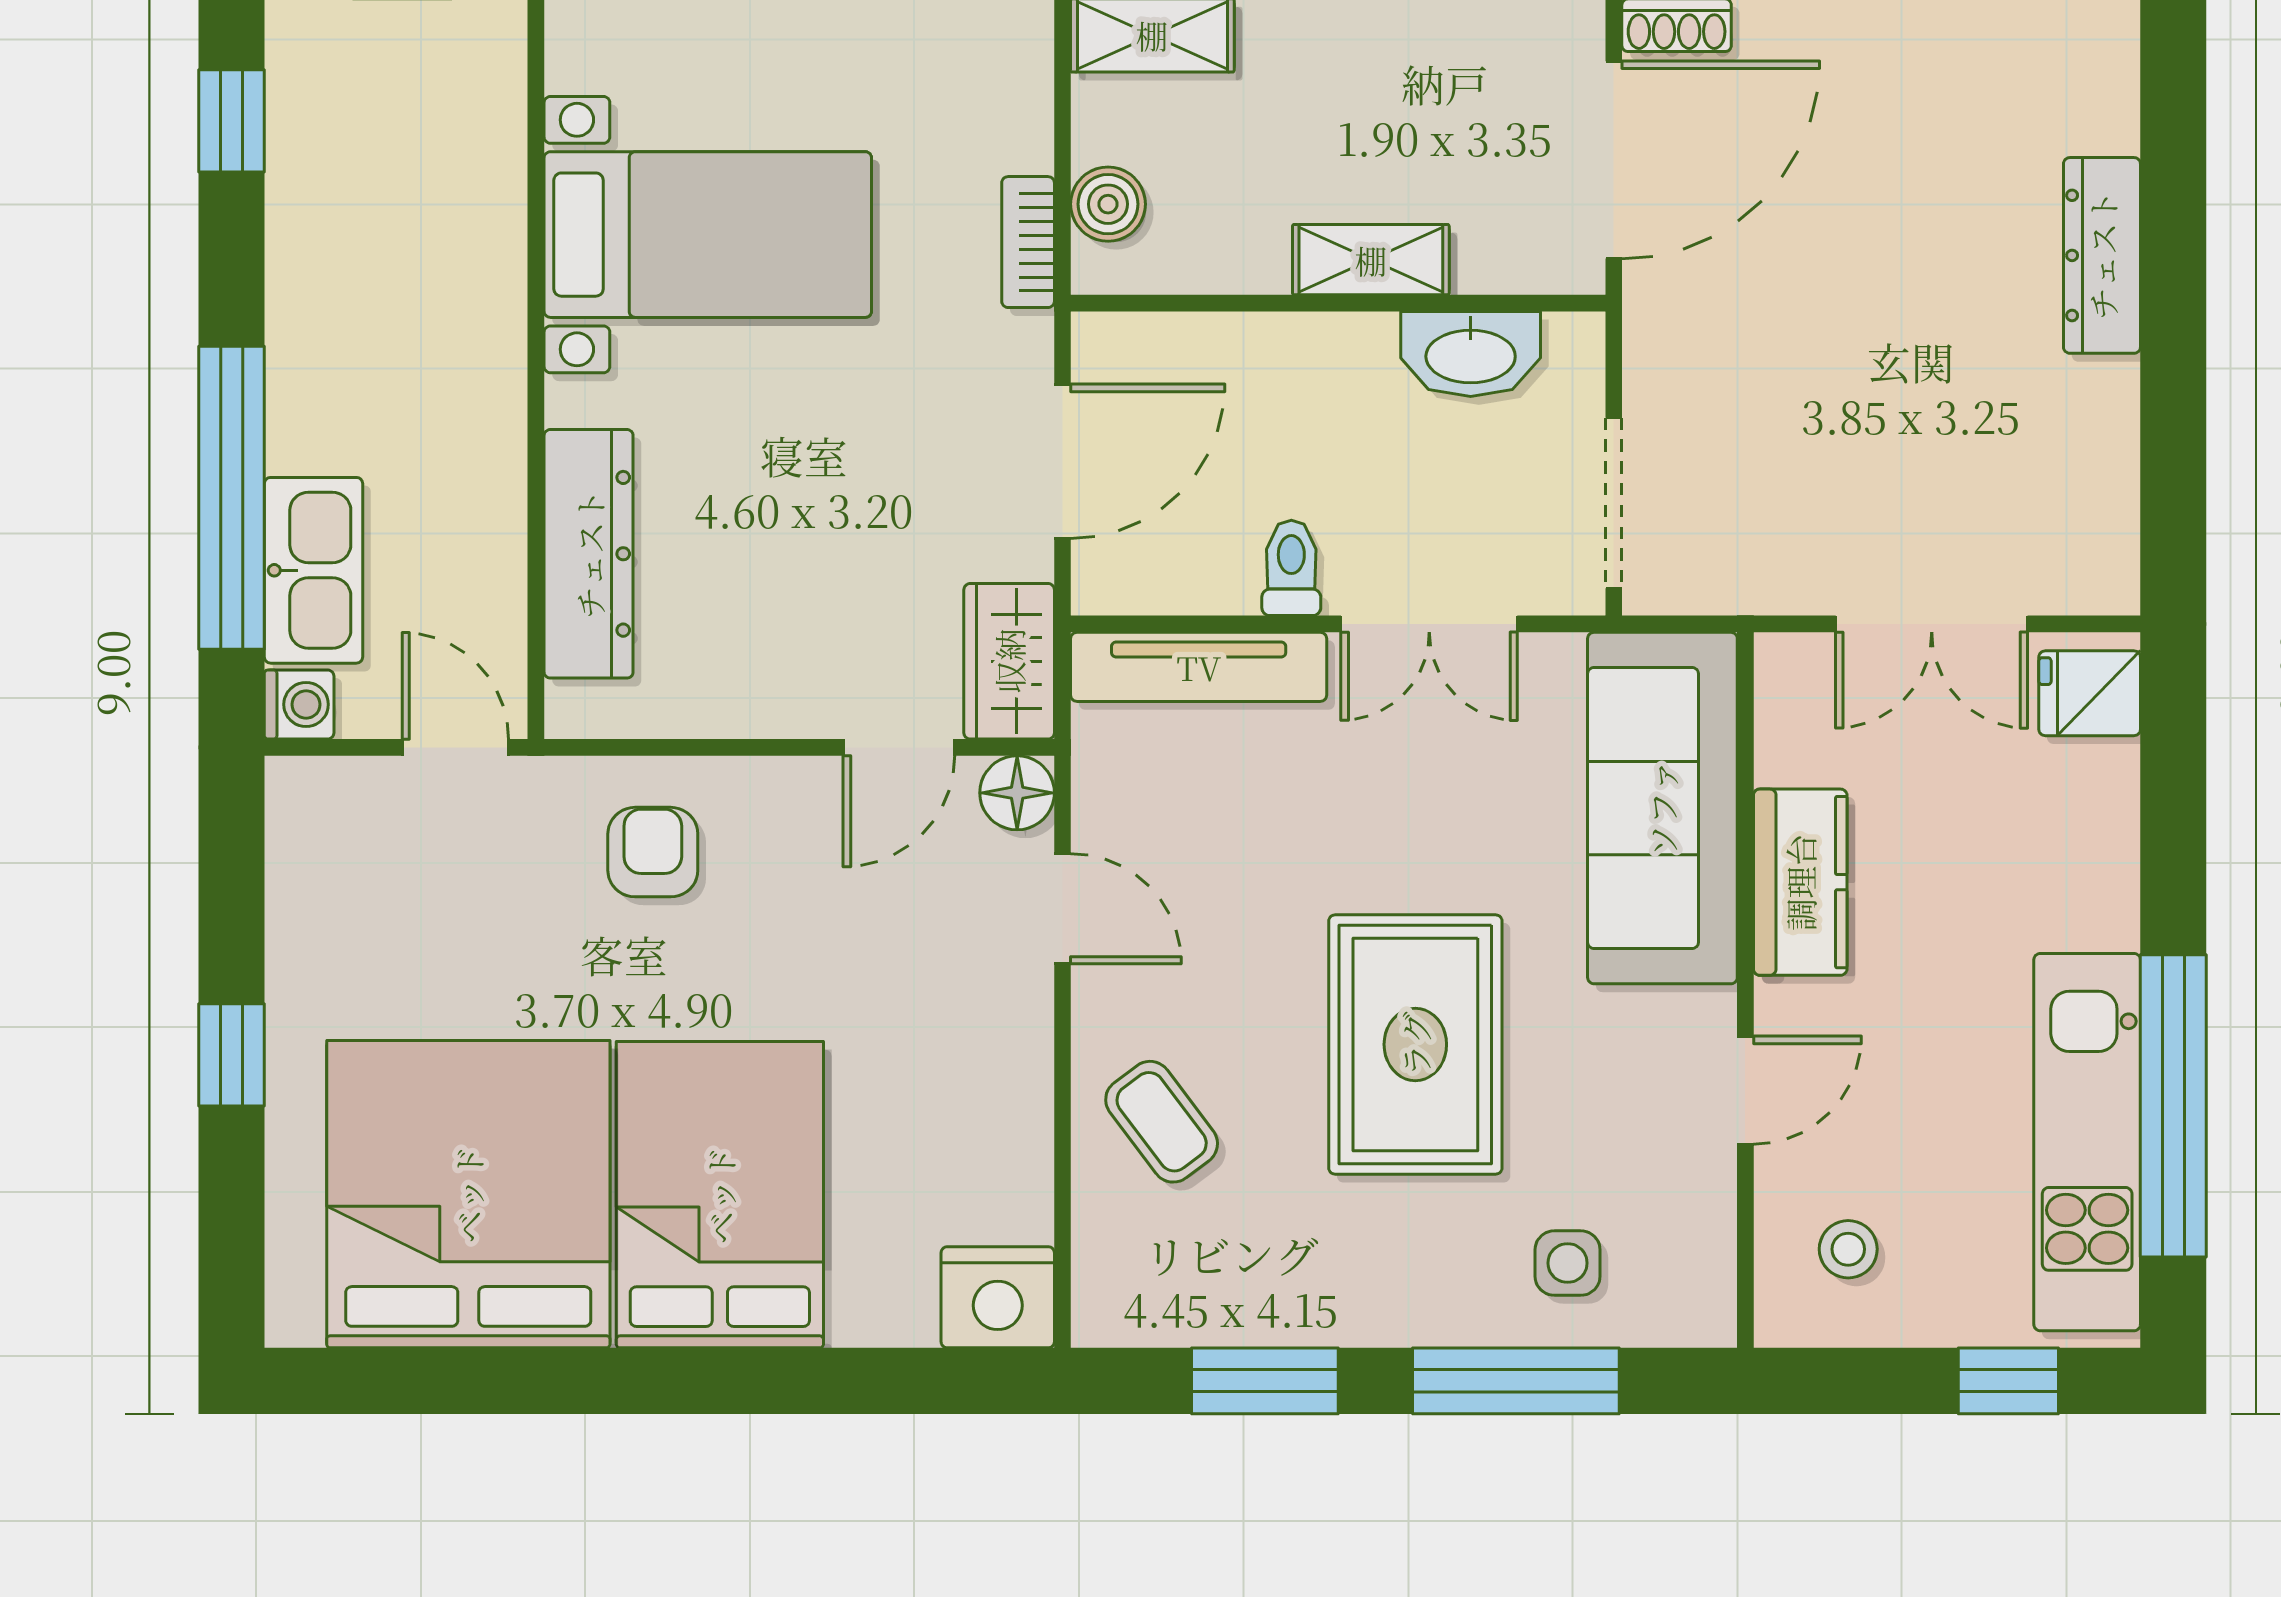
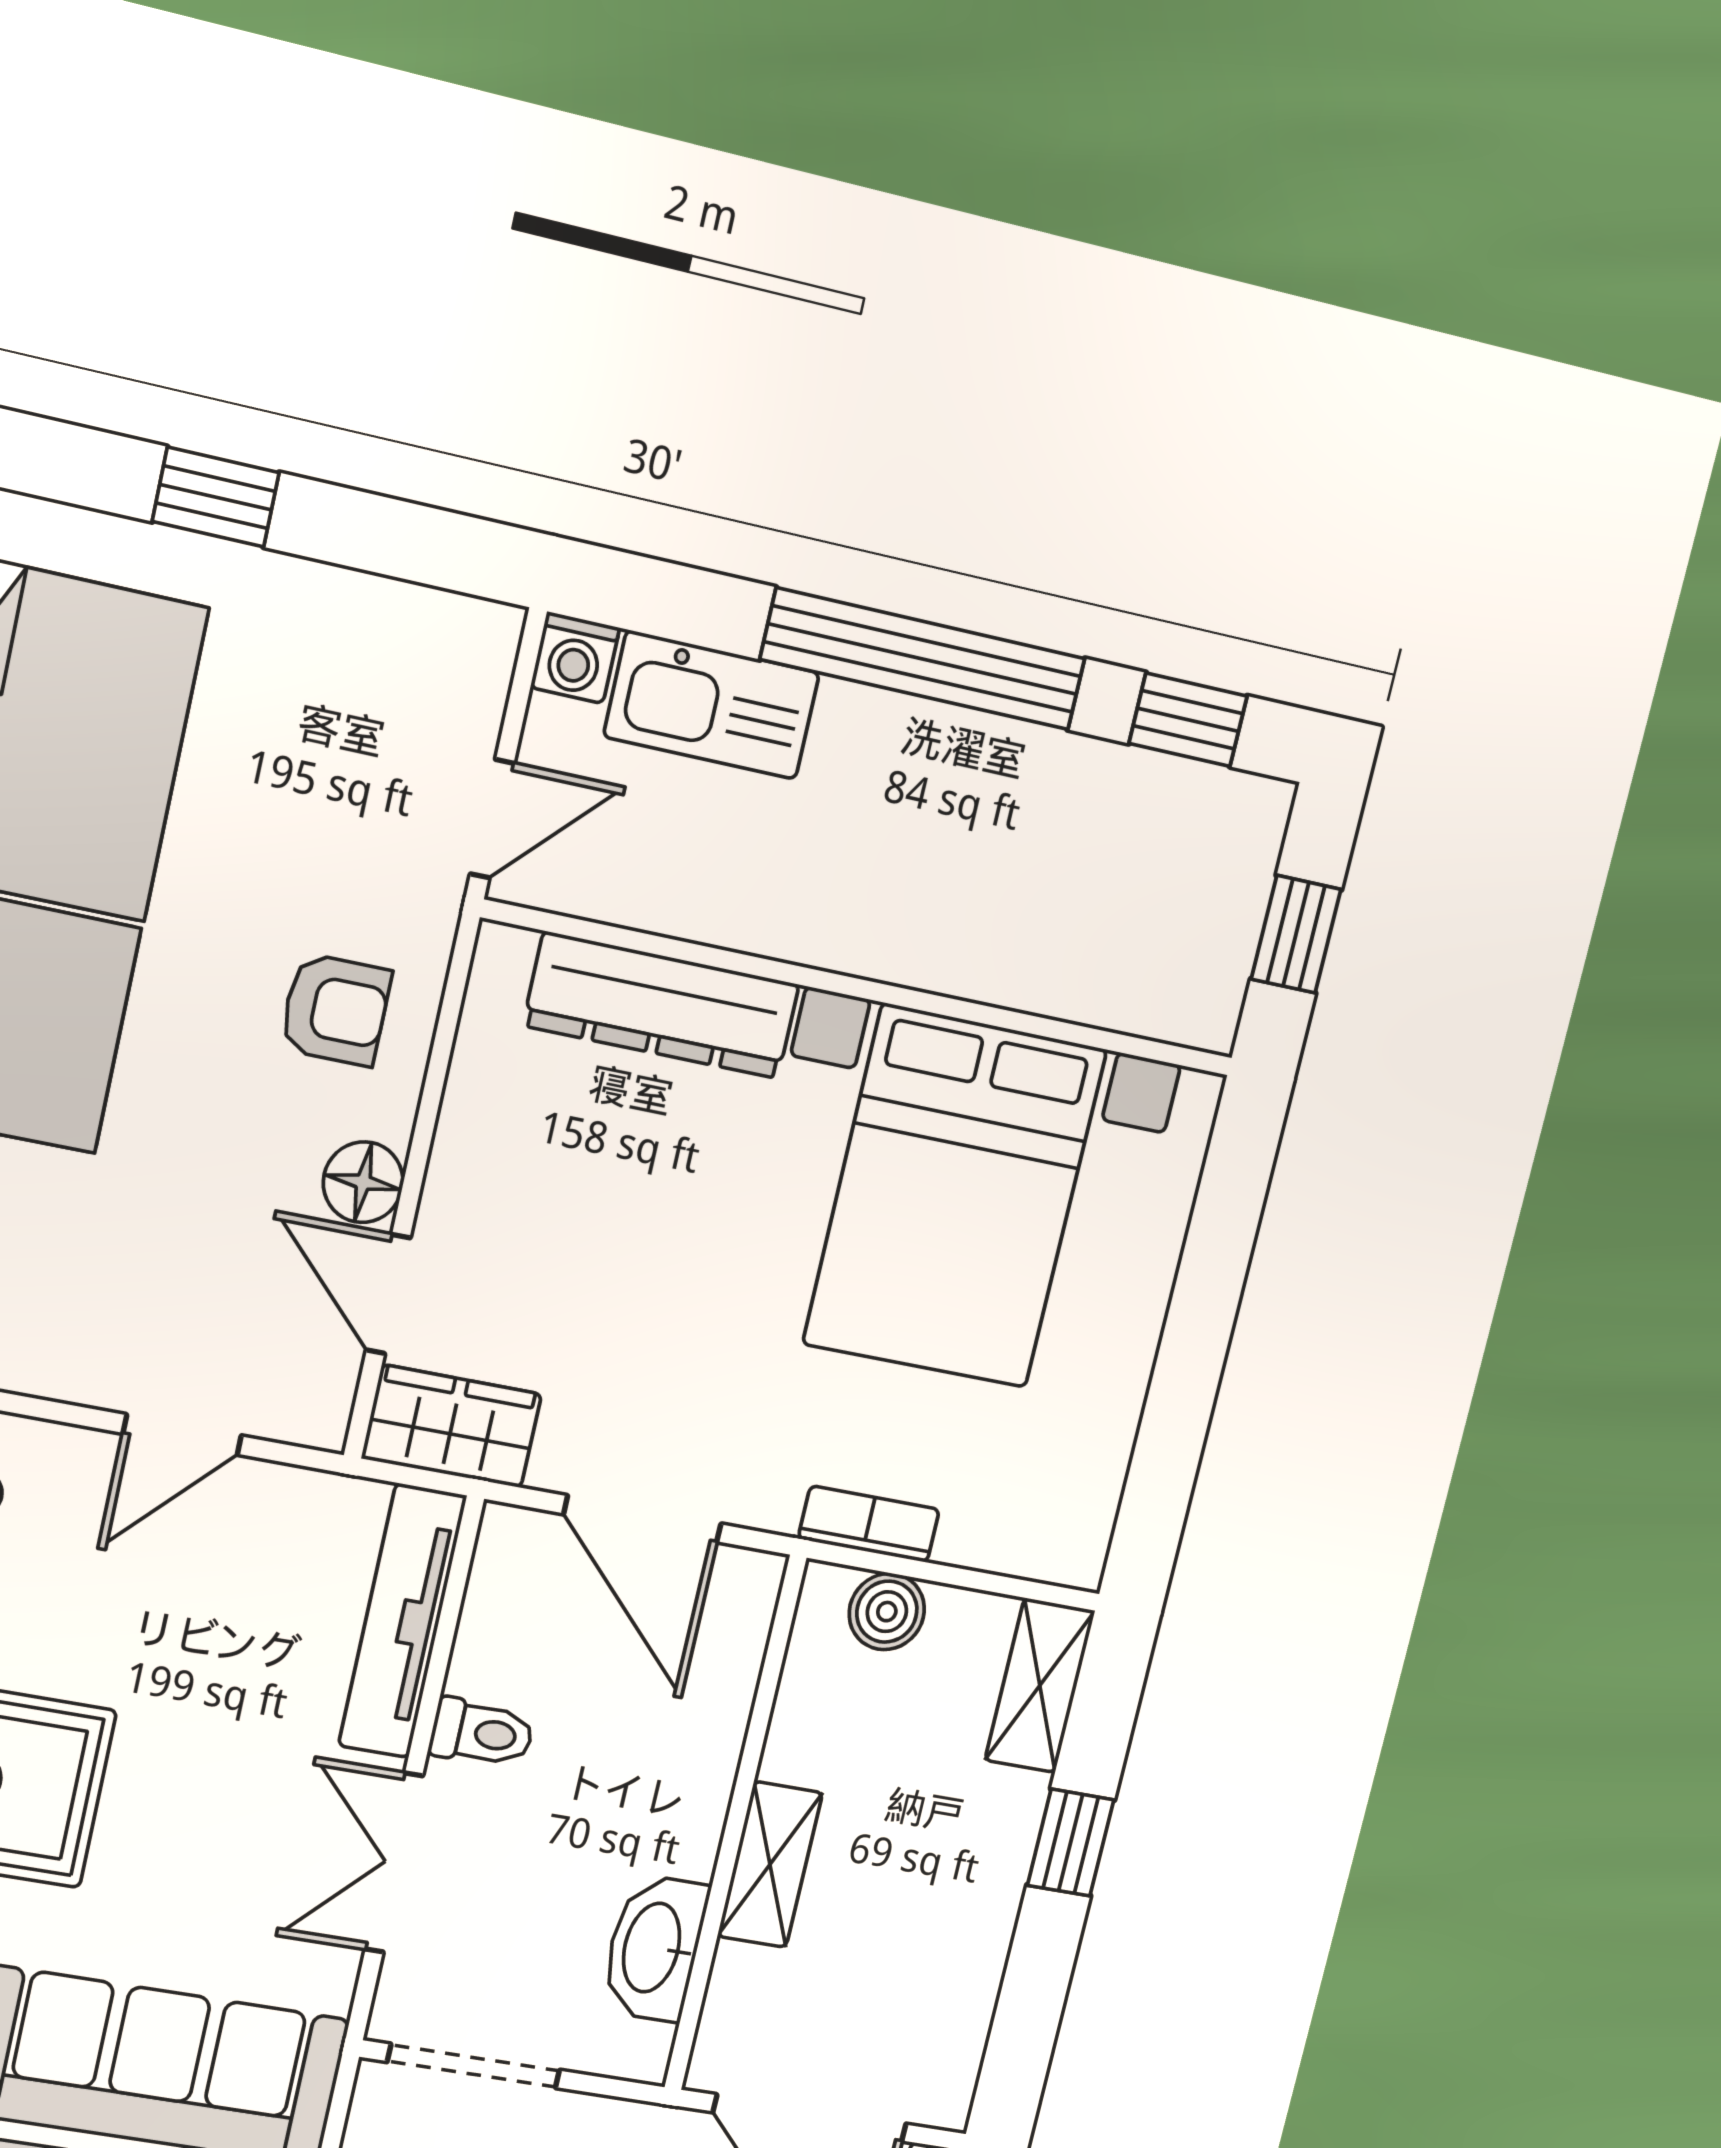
bed with nightstands: (708, 235) -> (955, 1197), width x1.36
window: (232, 498) -> (923, 659), moved
floor lamp: (1017, 793) -> (363, 1182), moved

